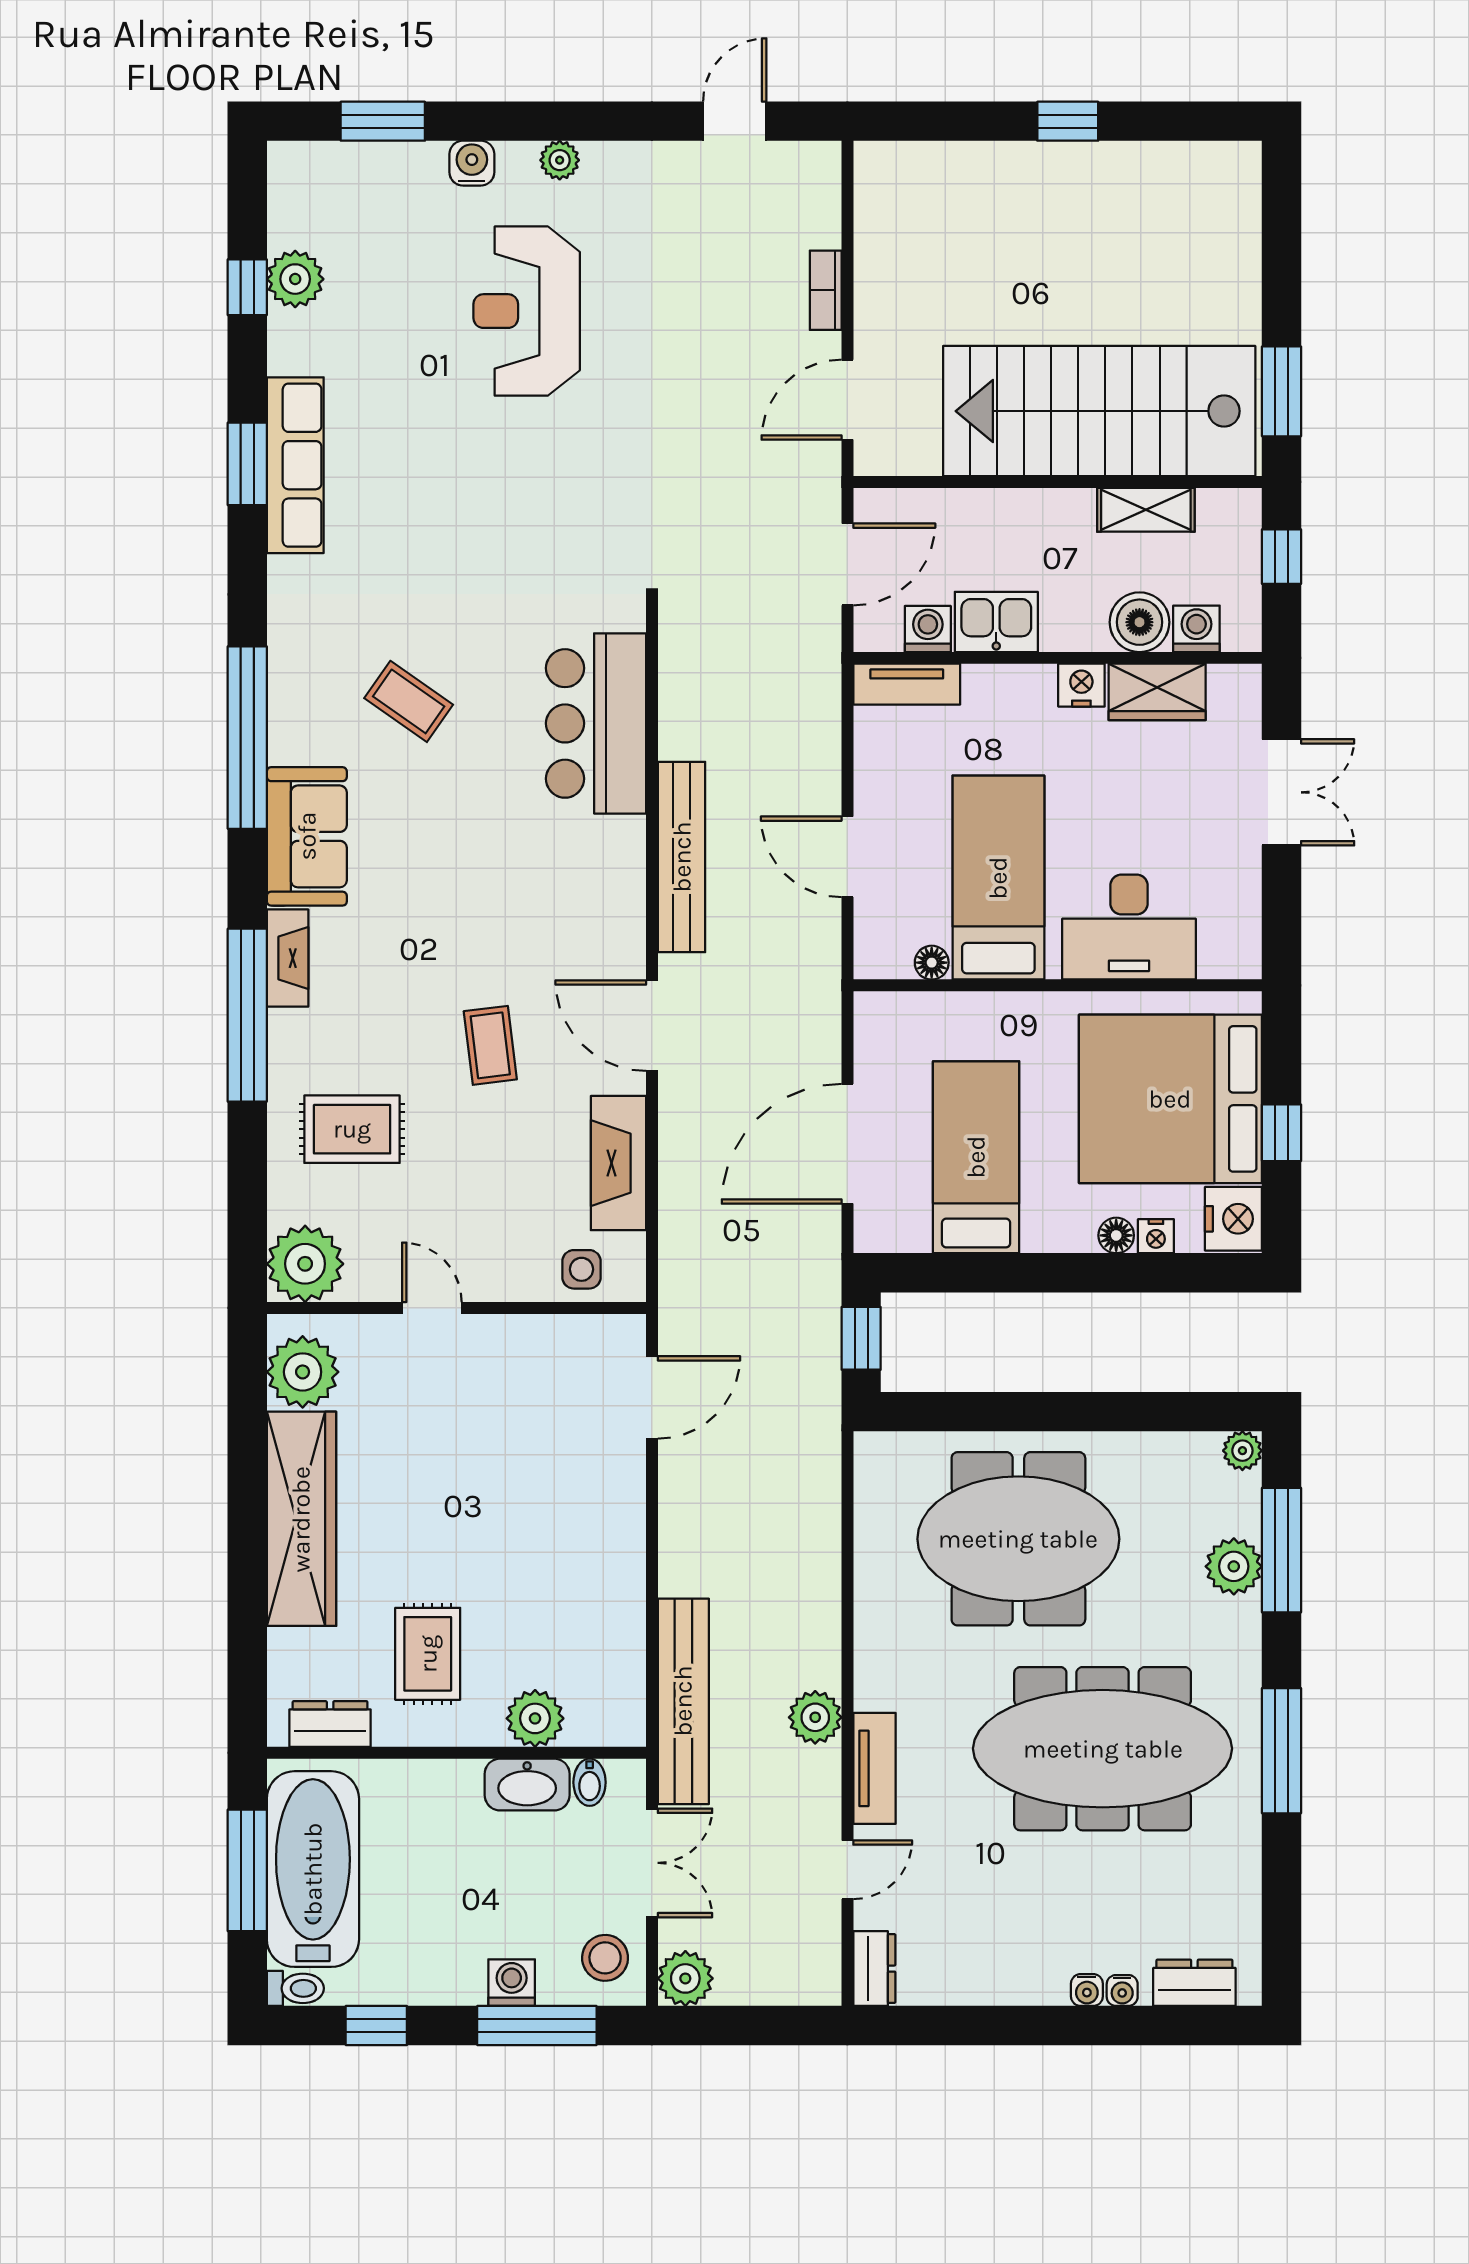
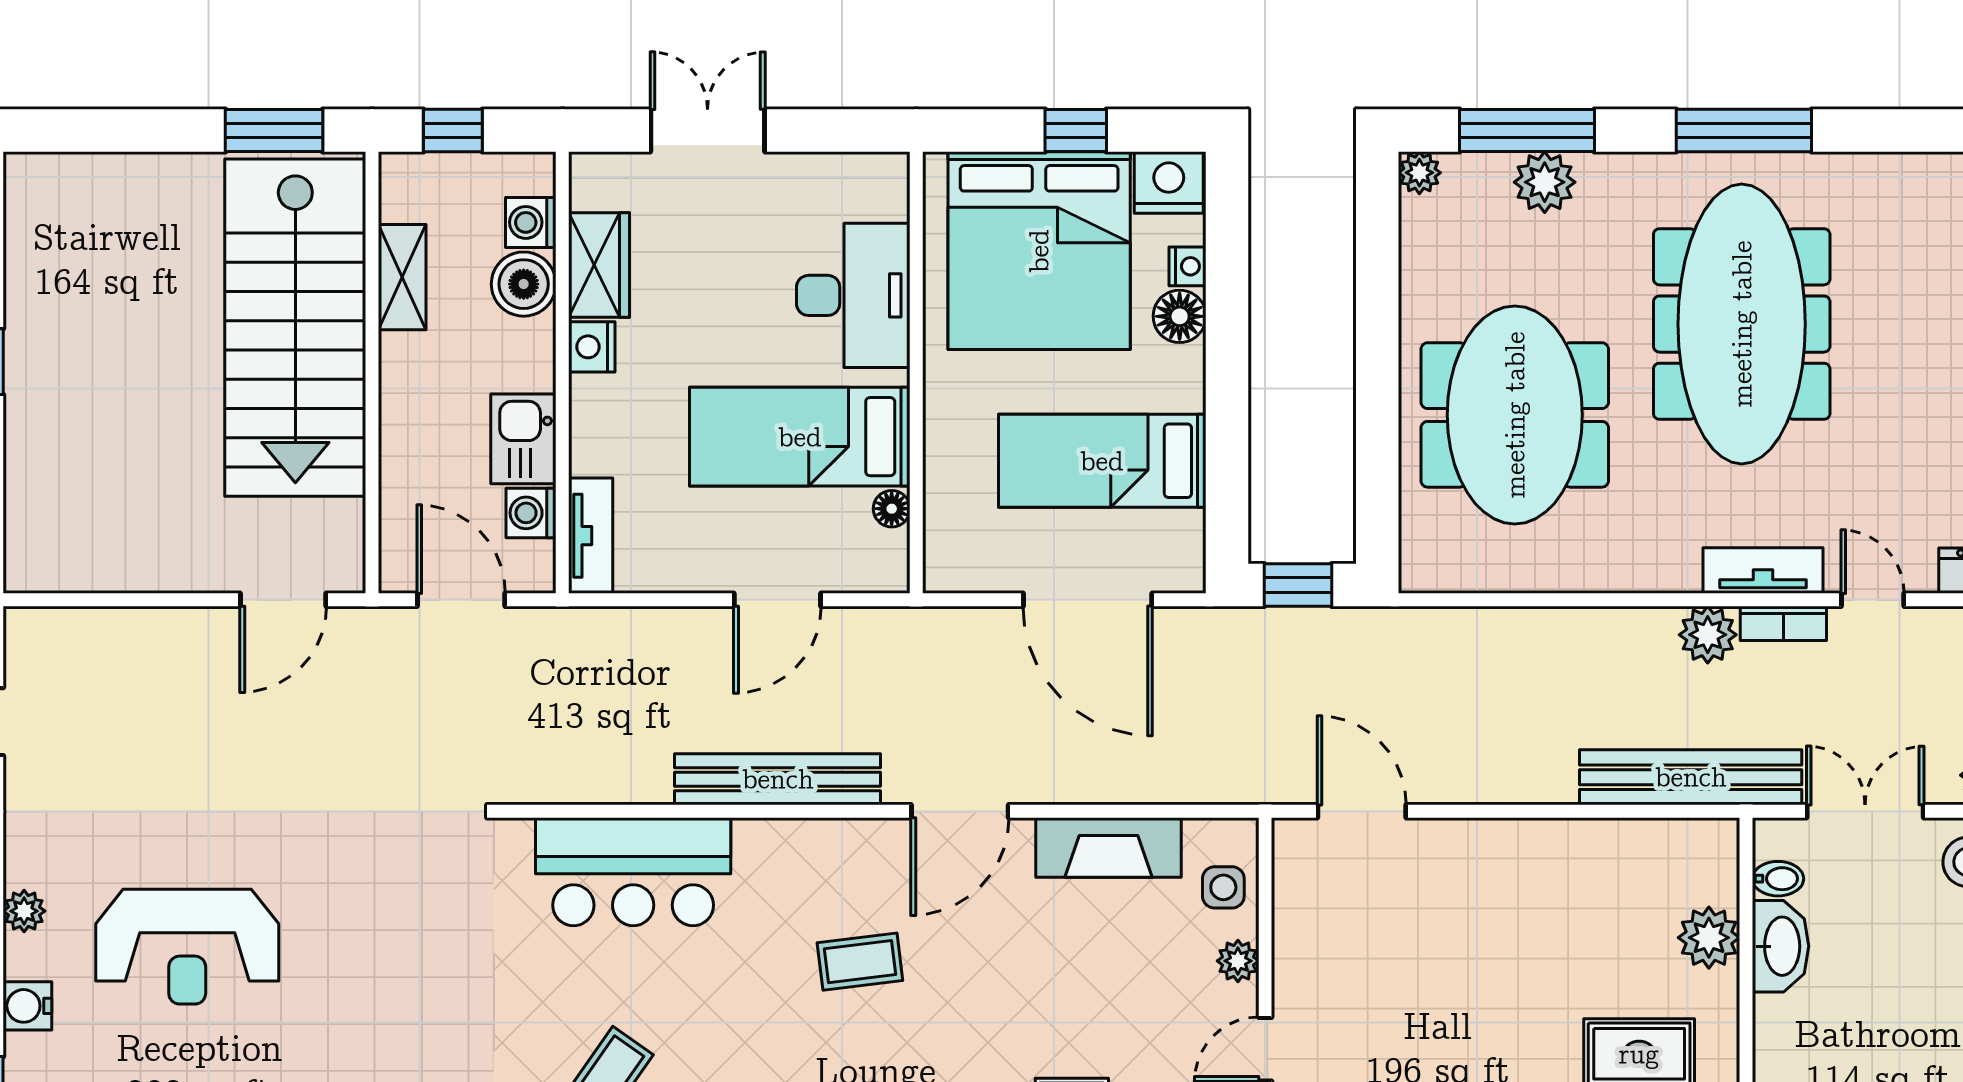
bookcase: (826, 290) -> (1783, 623), moved
door: (847, 400) -> (283, 600), hinge flipped
coffee table: (490, 1045) -> (860, 962), moved
floor lamp: (1116, 1235) -> (1180, 316), width x1.37, depth x1.37
plant: (513, 1283) -> (1238, 961), added

